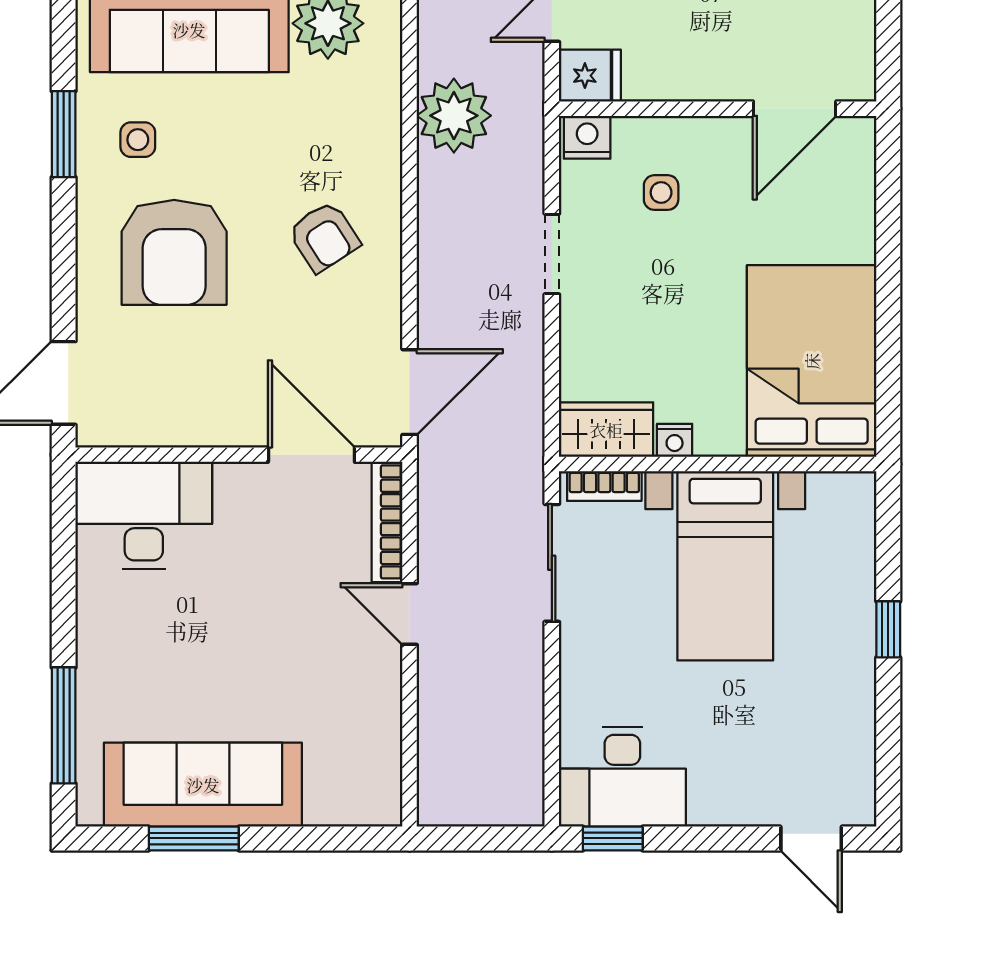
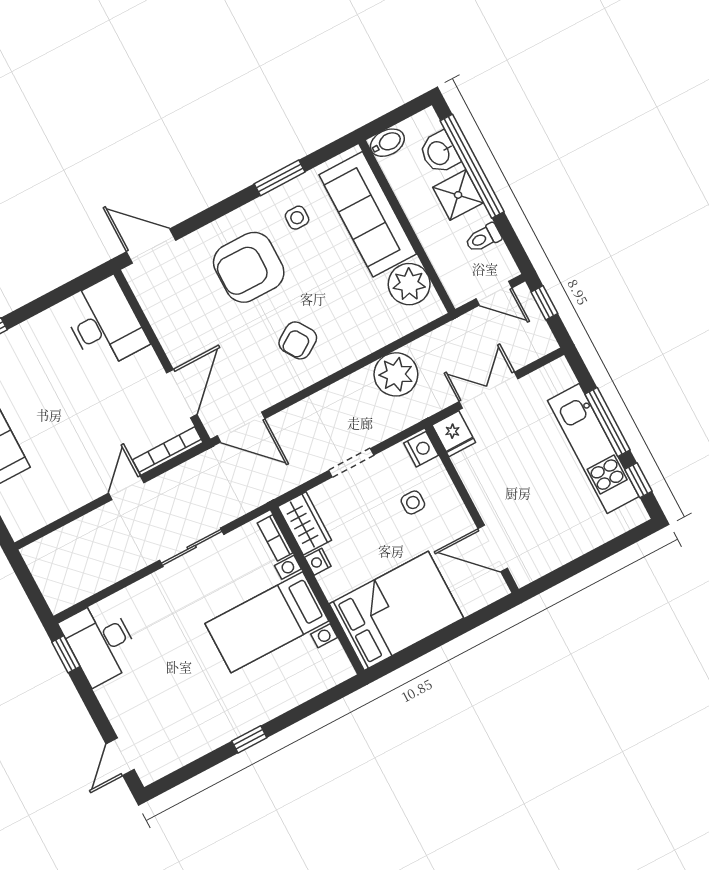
bed: (812, 361) -> (396, 611), moved
wardrobe: (606, 430) -> (305, 523), moved
nightstand: (675, 440) -> (318, 562), moved
wall: (718, 464) -> (317, 590), moved
bookcase: (604, 486) -> (275, 538), moved
bed with nightstands: (725, 566) -> (267, 622), moved

